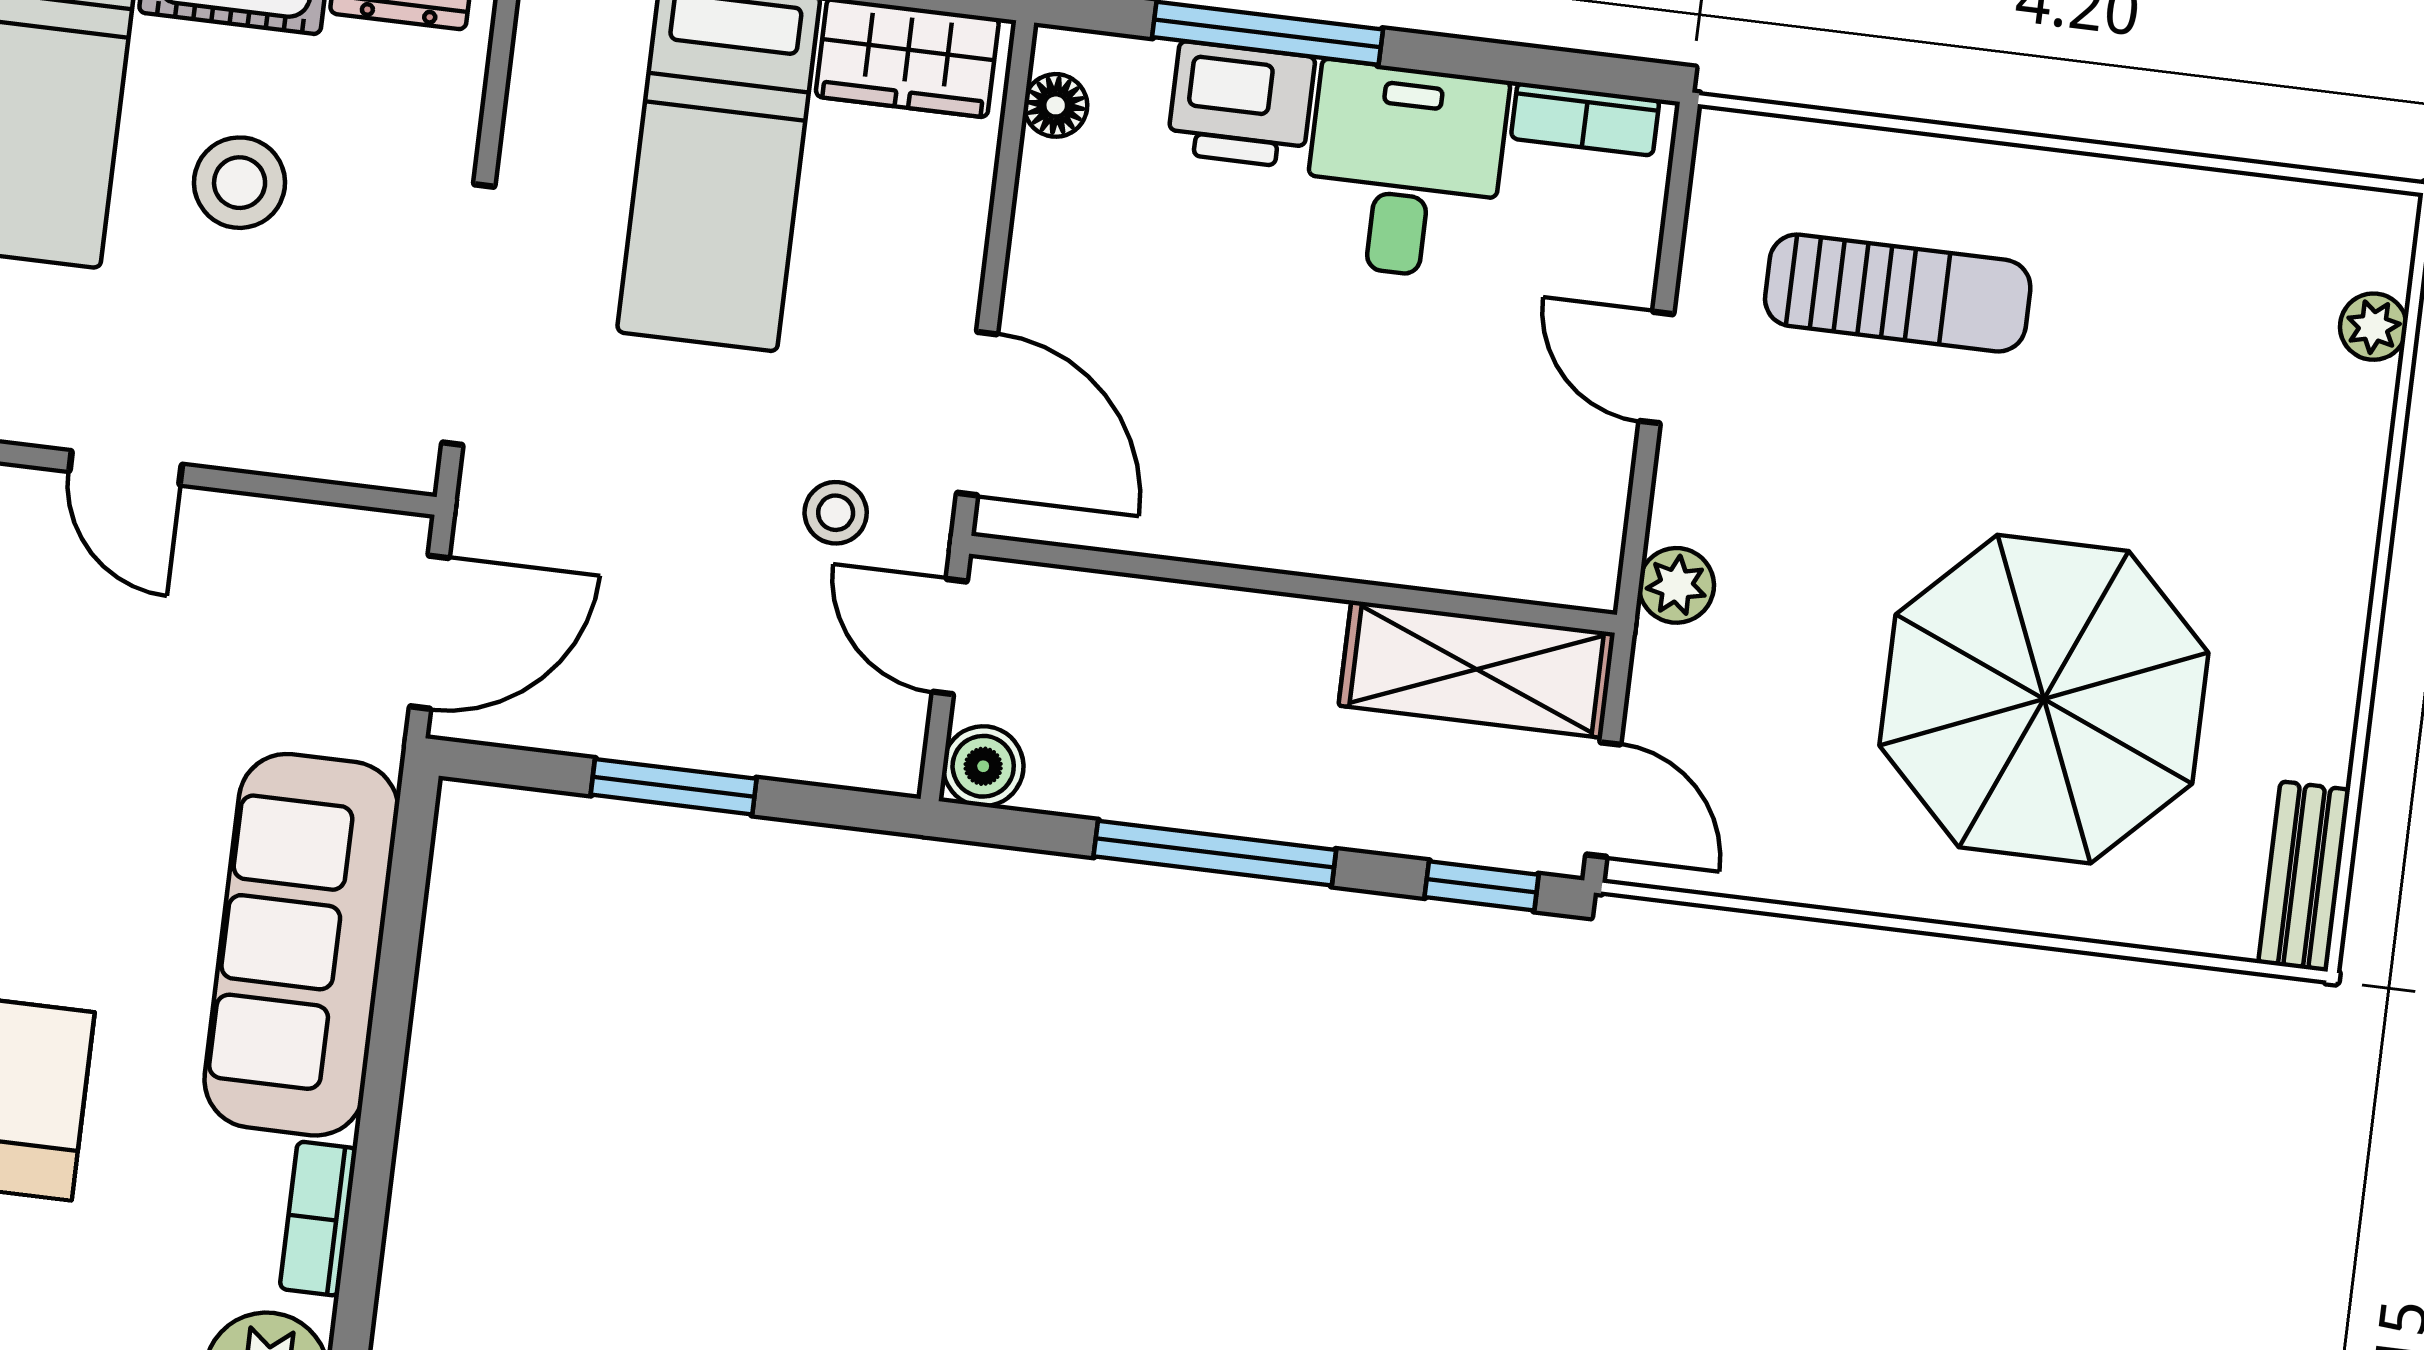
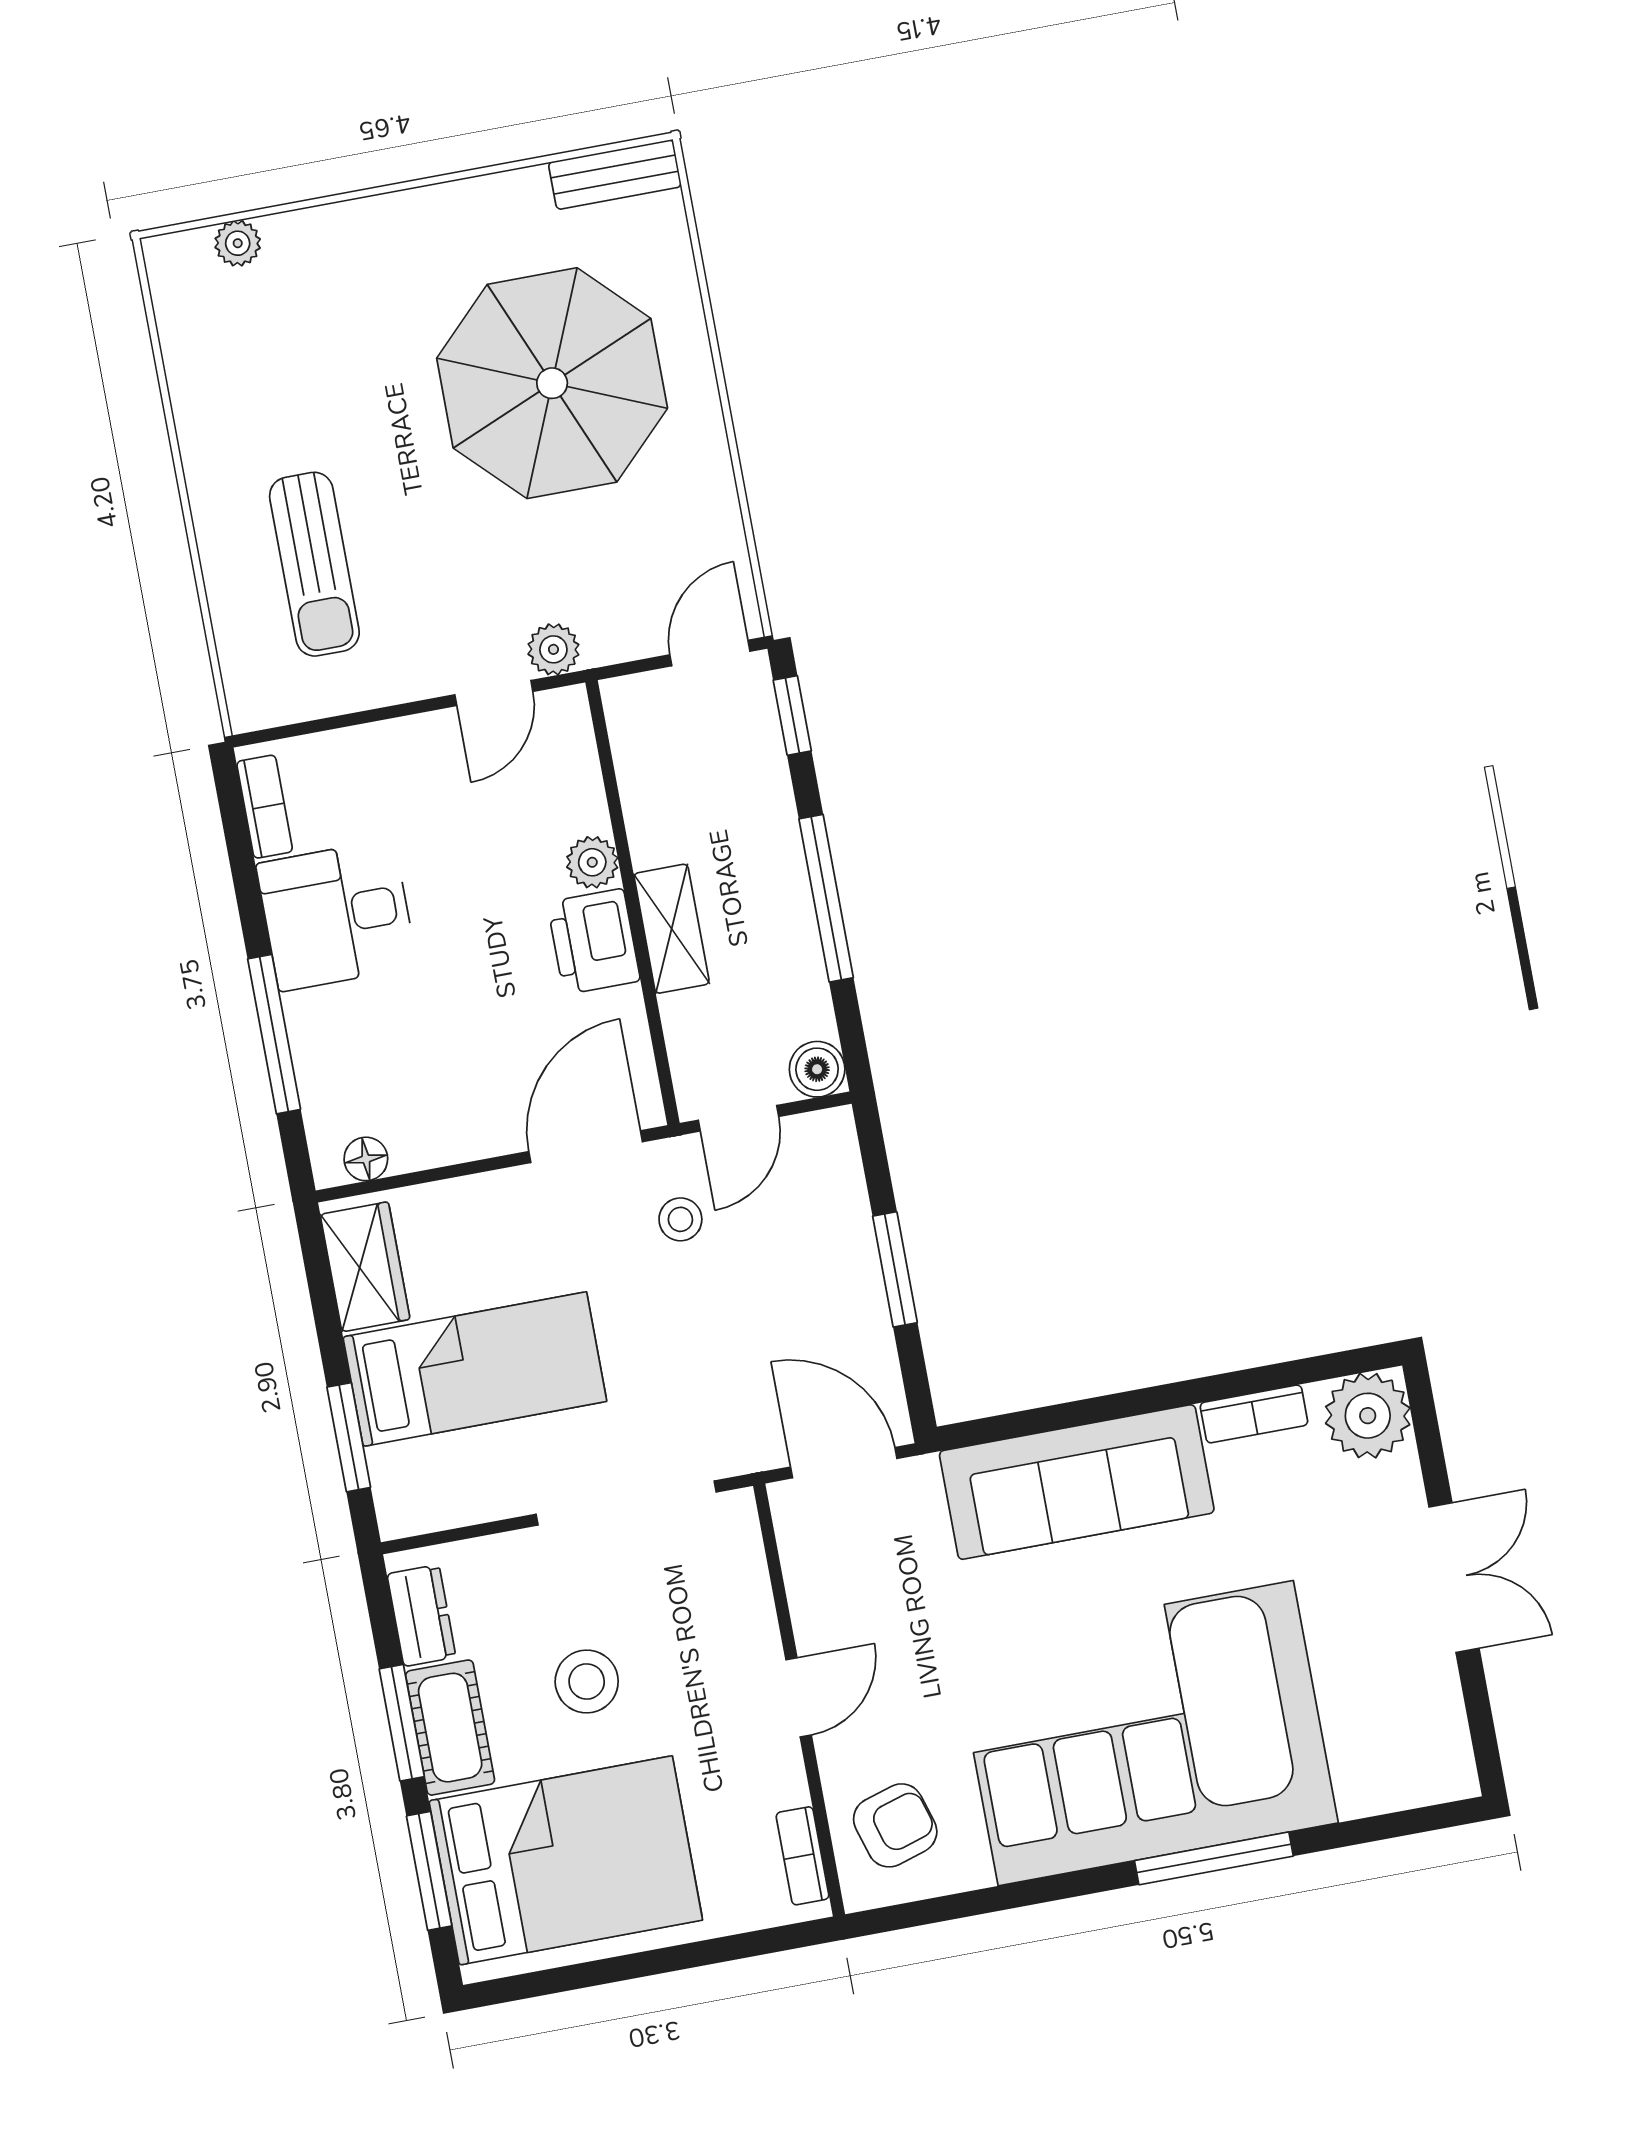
printer: (1241, 105) -> (594, 942), moved, turned 180
sun lounger: (1898, 293) -> (314, 564), turned 180
door: (1656, 368) -> (494, 693), moved
plant: (1366, 546) -> (592, 862), added
shelving: (1477, 669) -> (672, 929), moved, width x0.67, depth x0.75

